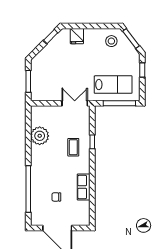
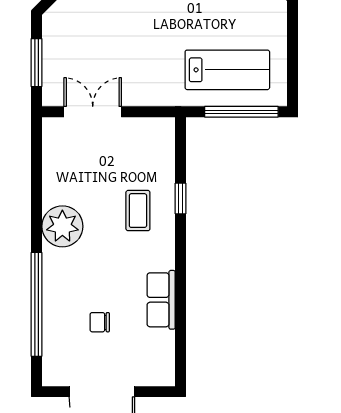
window: (142, 70) -> (292, 37), removed
double door: (75, 103) -> (93, 112), moved
plant: (40, 136) -> (62, 226), moved

